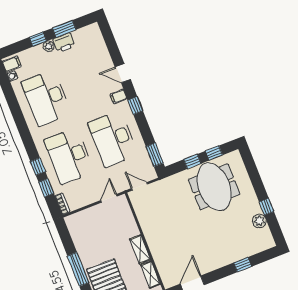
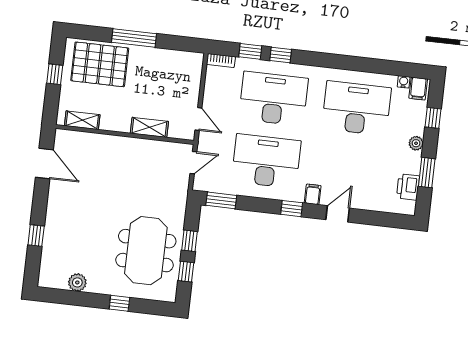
window: (38, 39) -> (433, 118), moved
printer: (64, 43) -> (408, 187), moved
meeting table: (214, 187) -> (146, 251), turned 90
window: (266, 207) -> (119, 303), moved
shelving: (140, 249) -> (149, 127), moved

